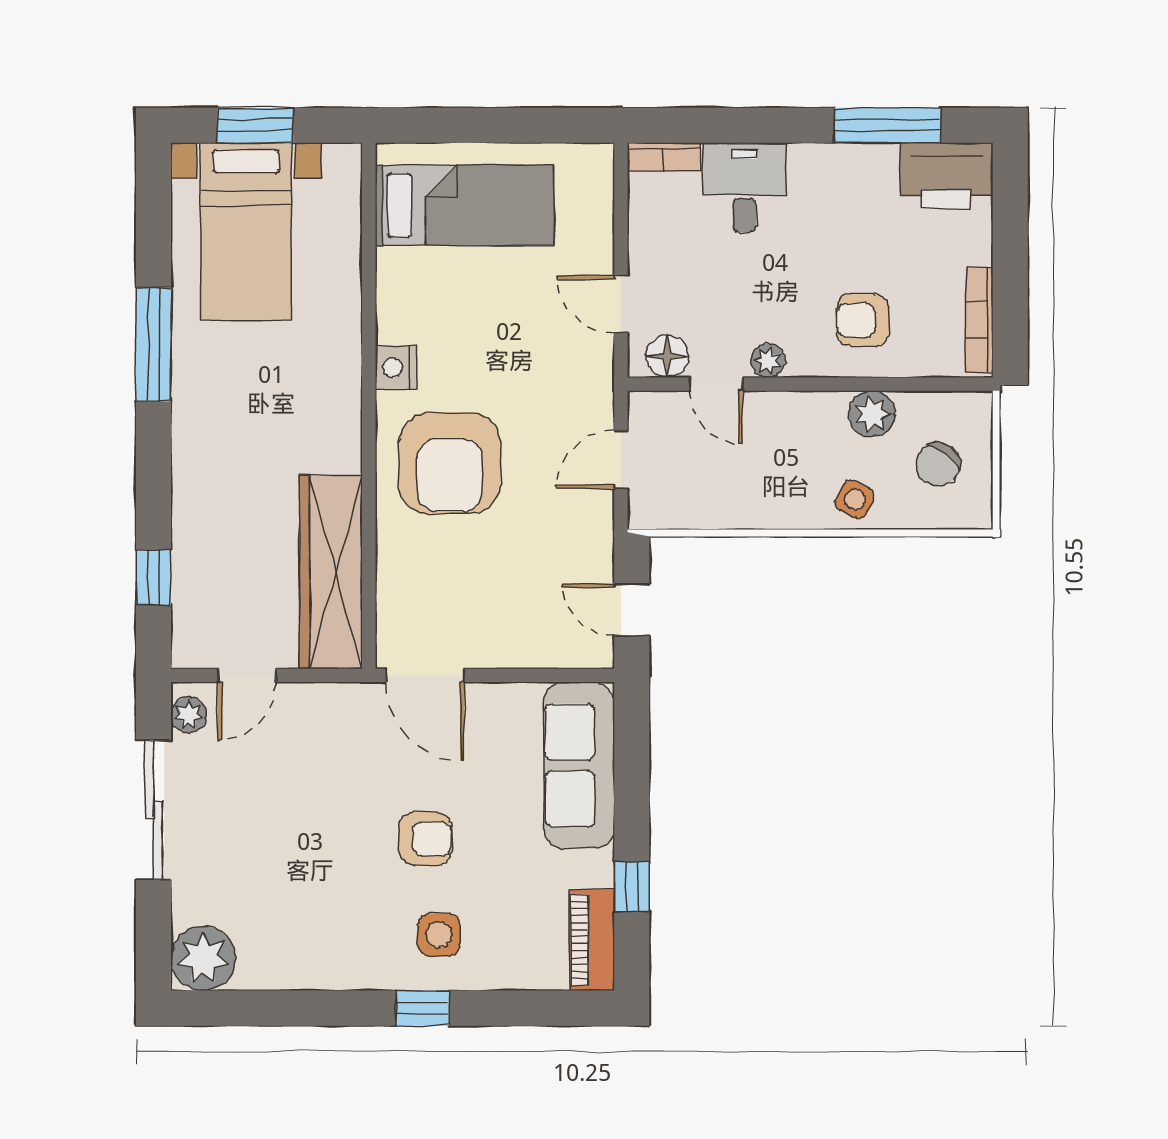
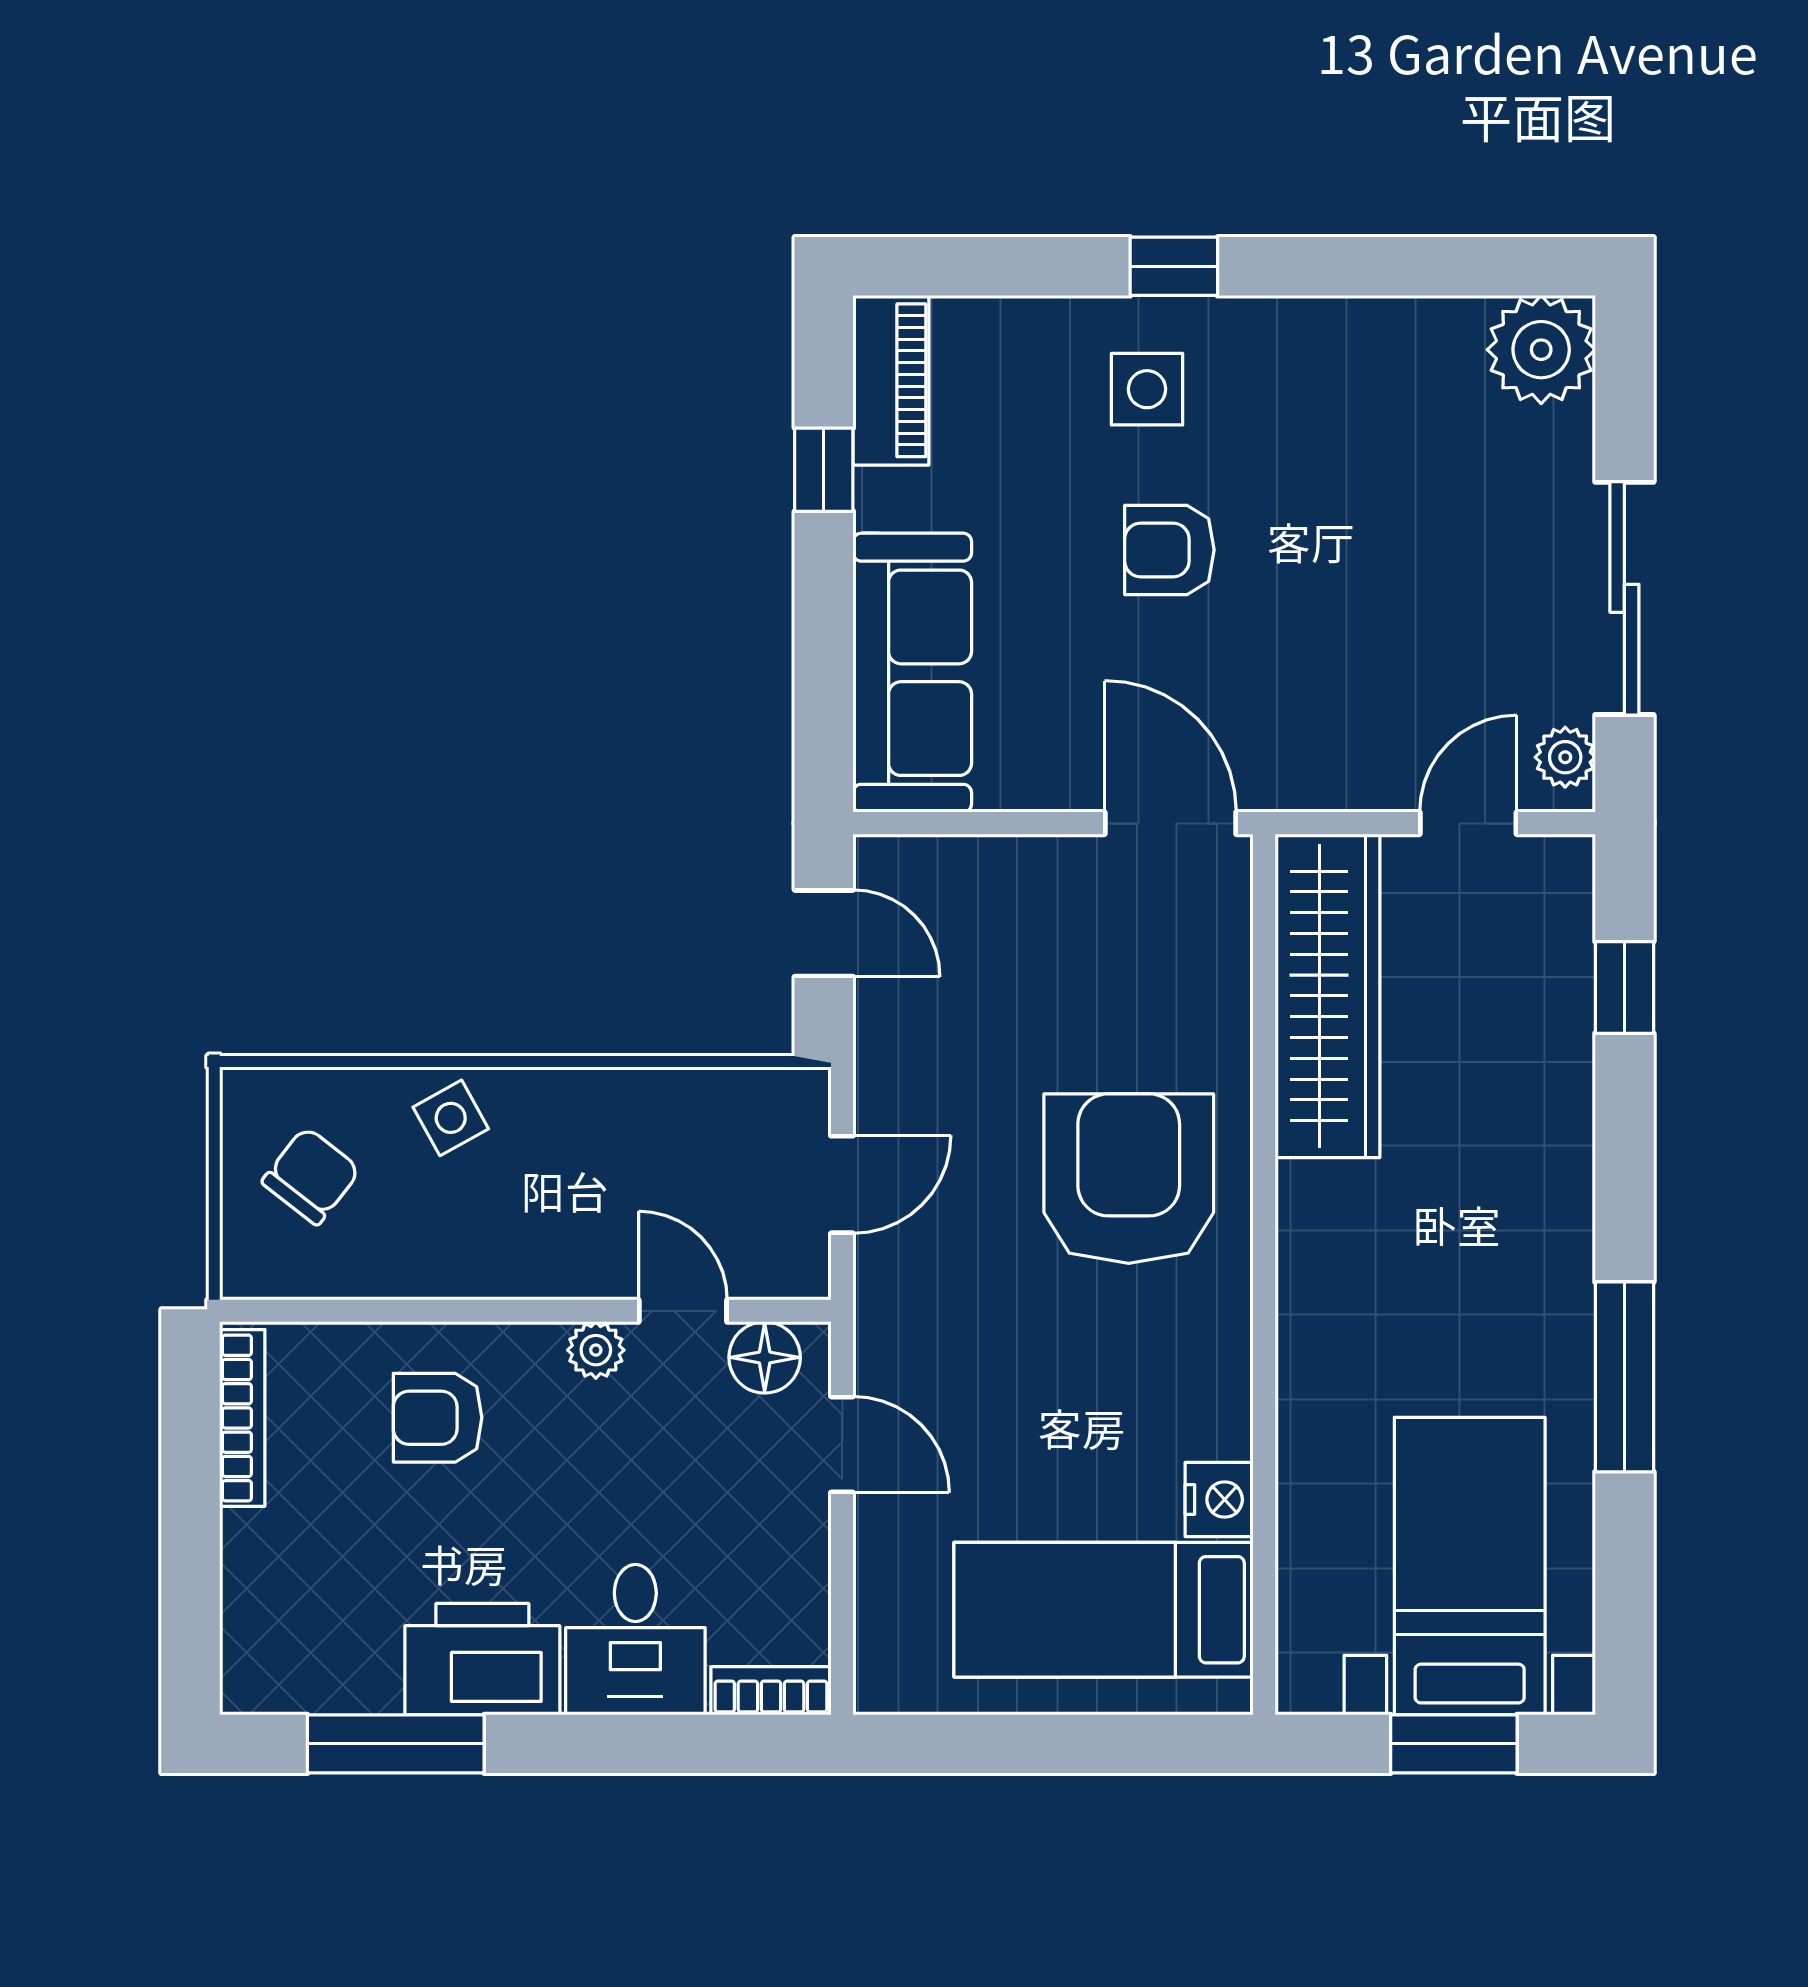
printer: (947, 176) -> (482, 1659), moved
armchair: (863, 320) -> (438, 1418), turned 180
nightstand: (396, 368) -> (1219, 1500), moved
plant: (872, 414) -> (422, 1261), removed
side table: (855, 499) -> (451, 1118), turned 34

